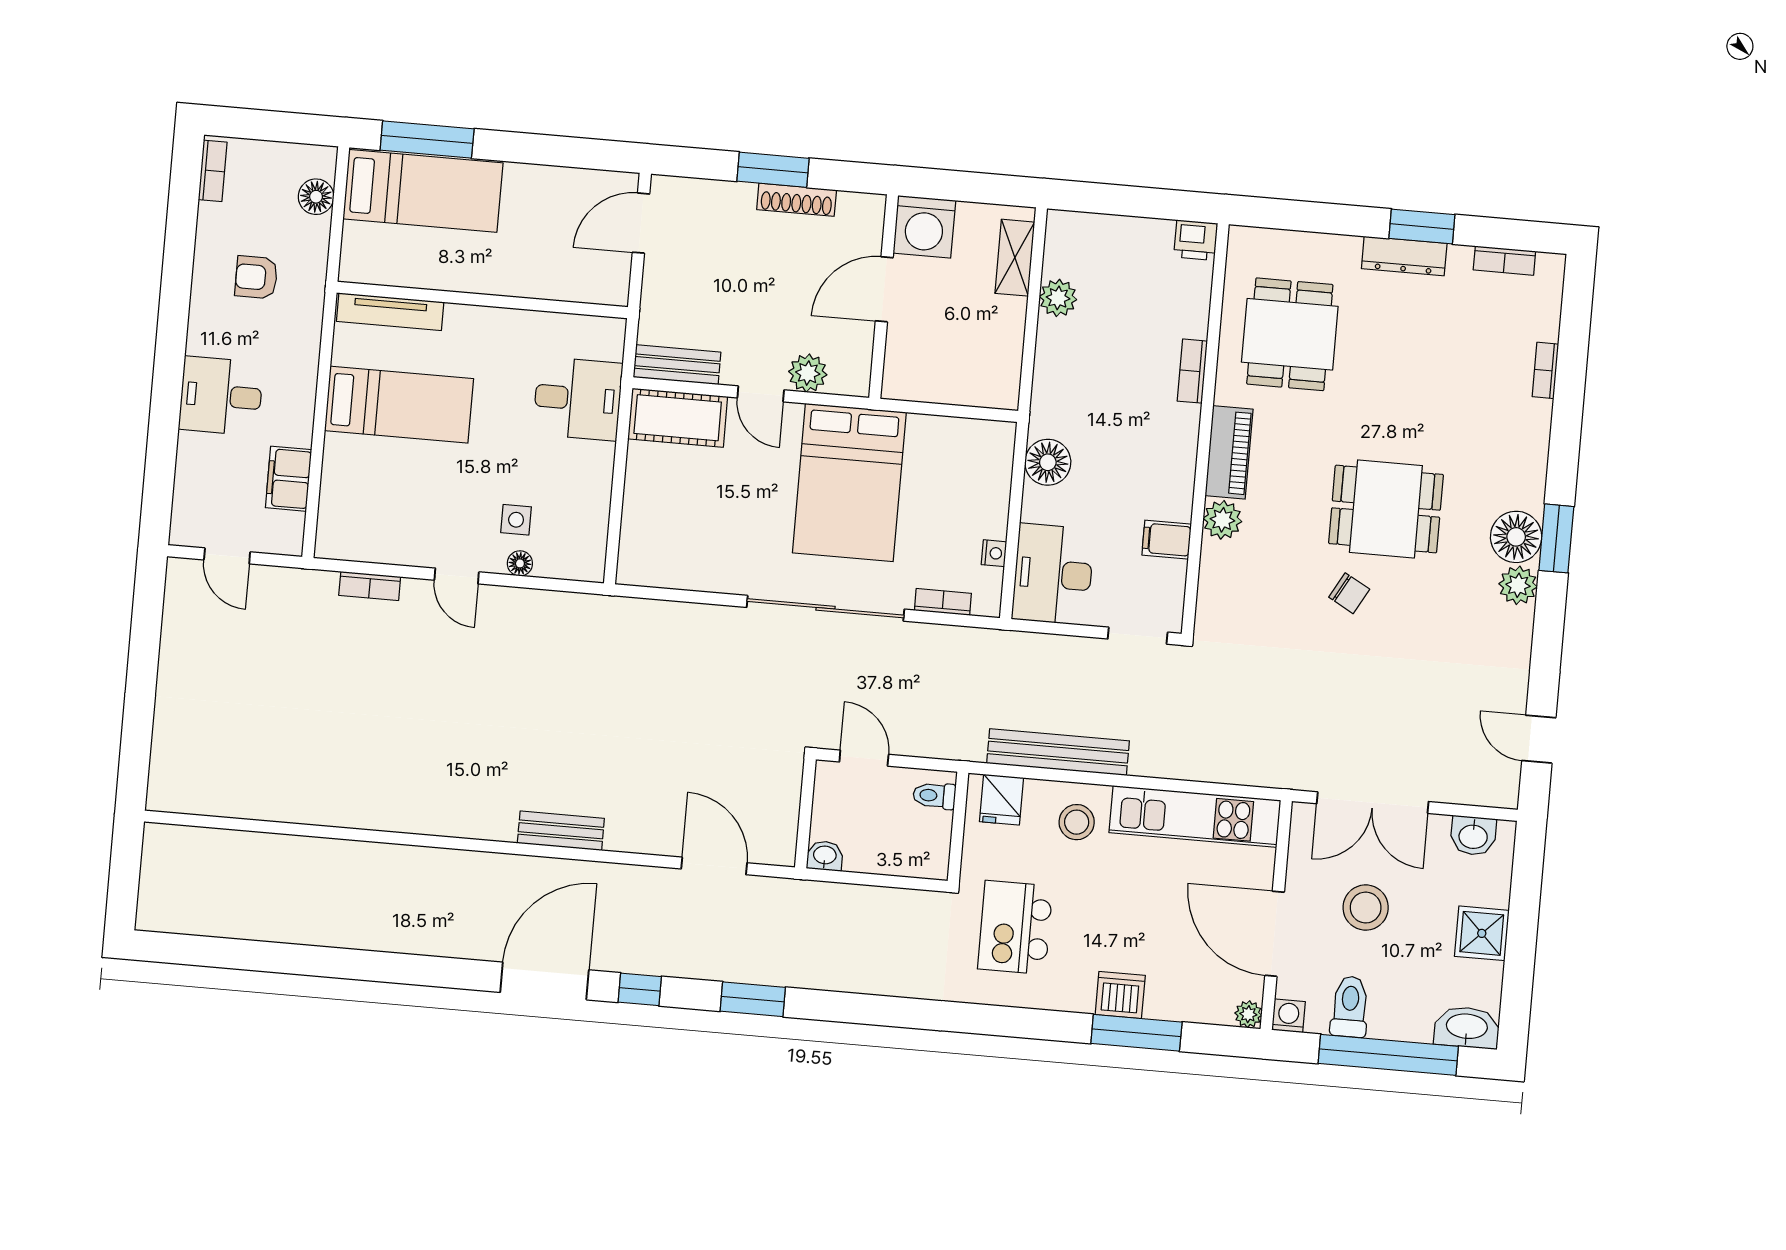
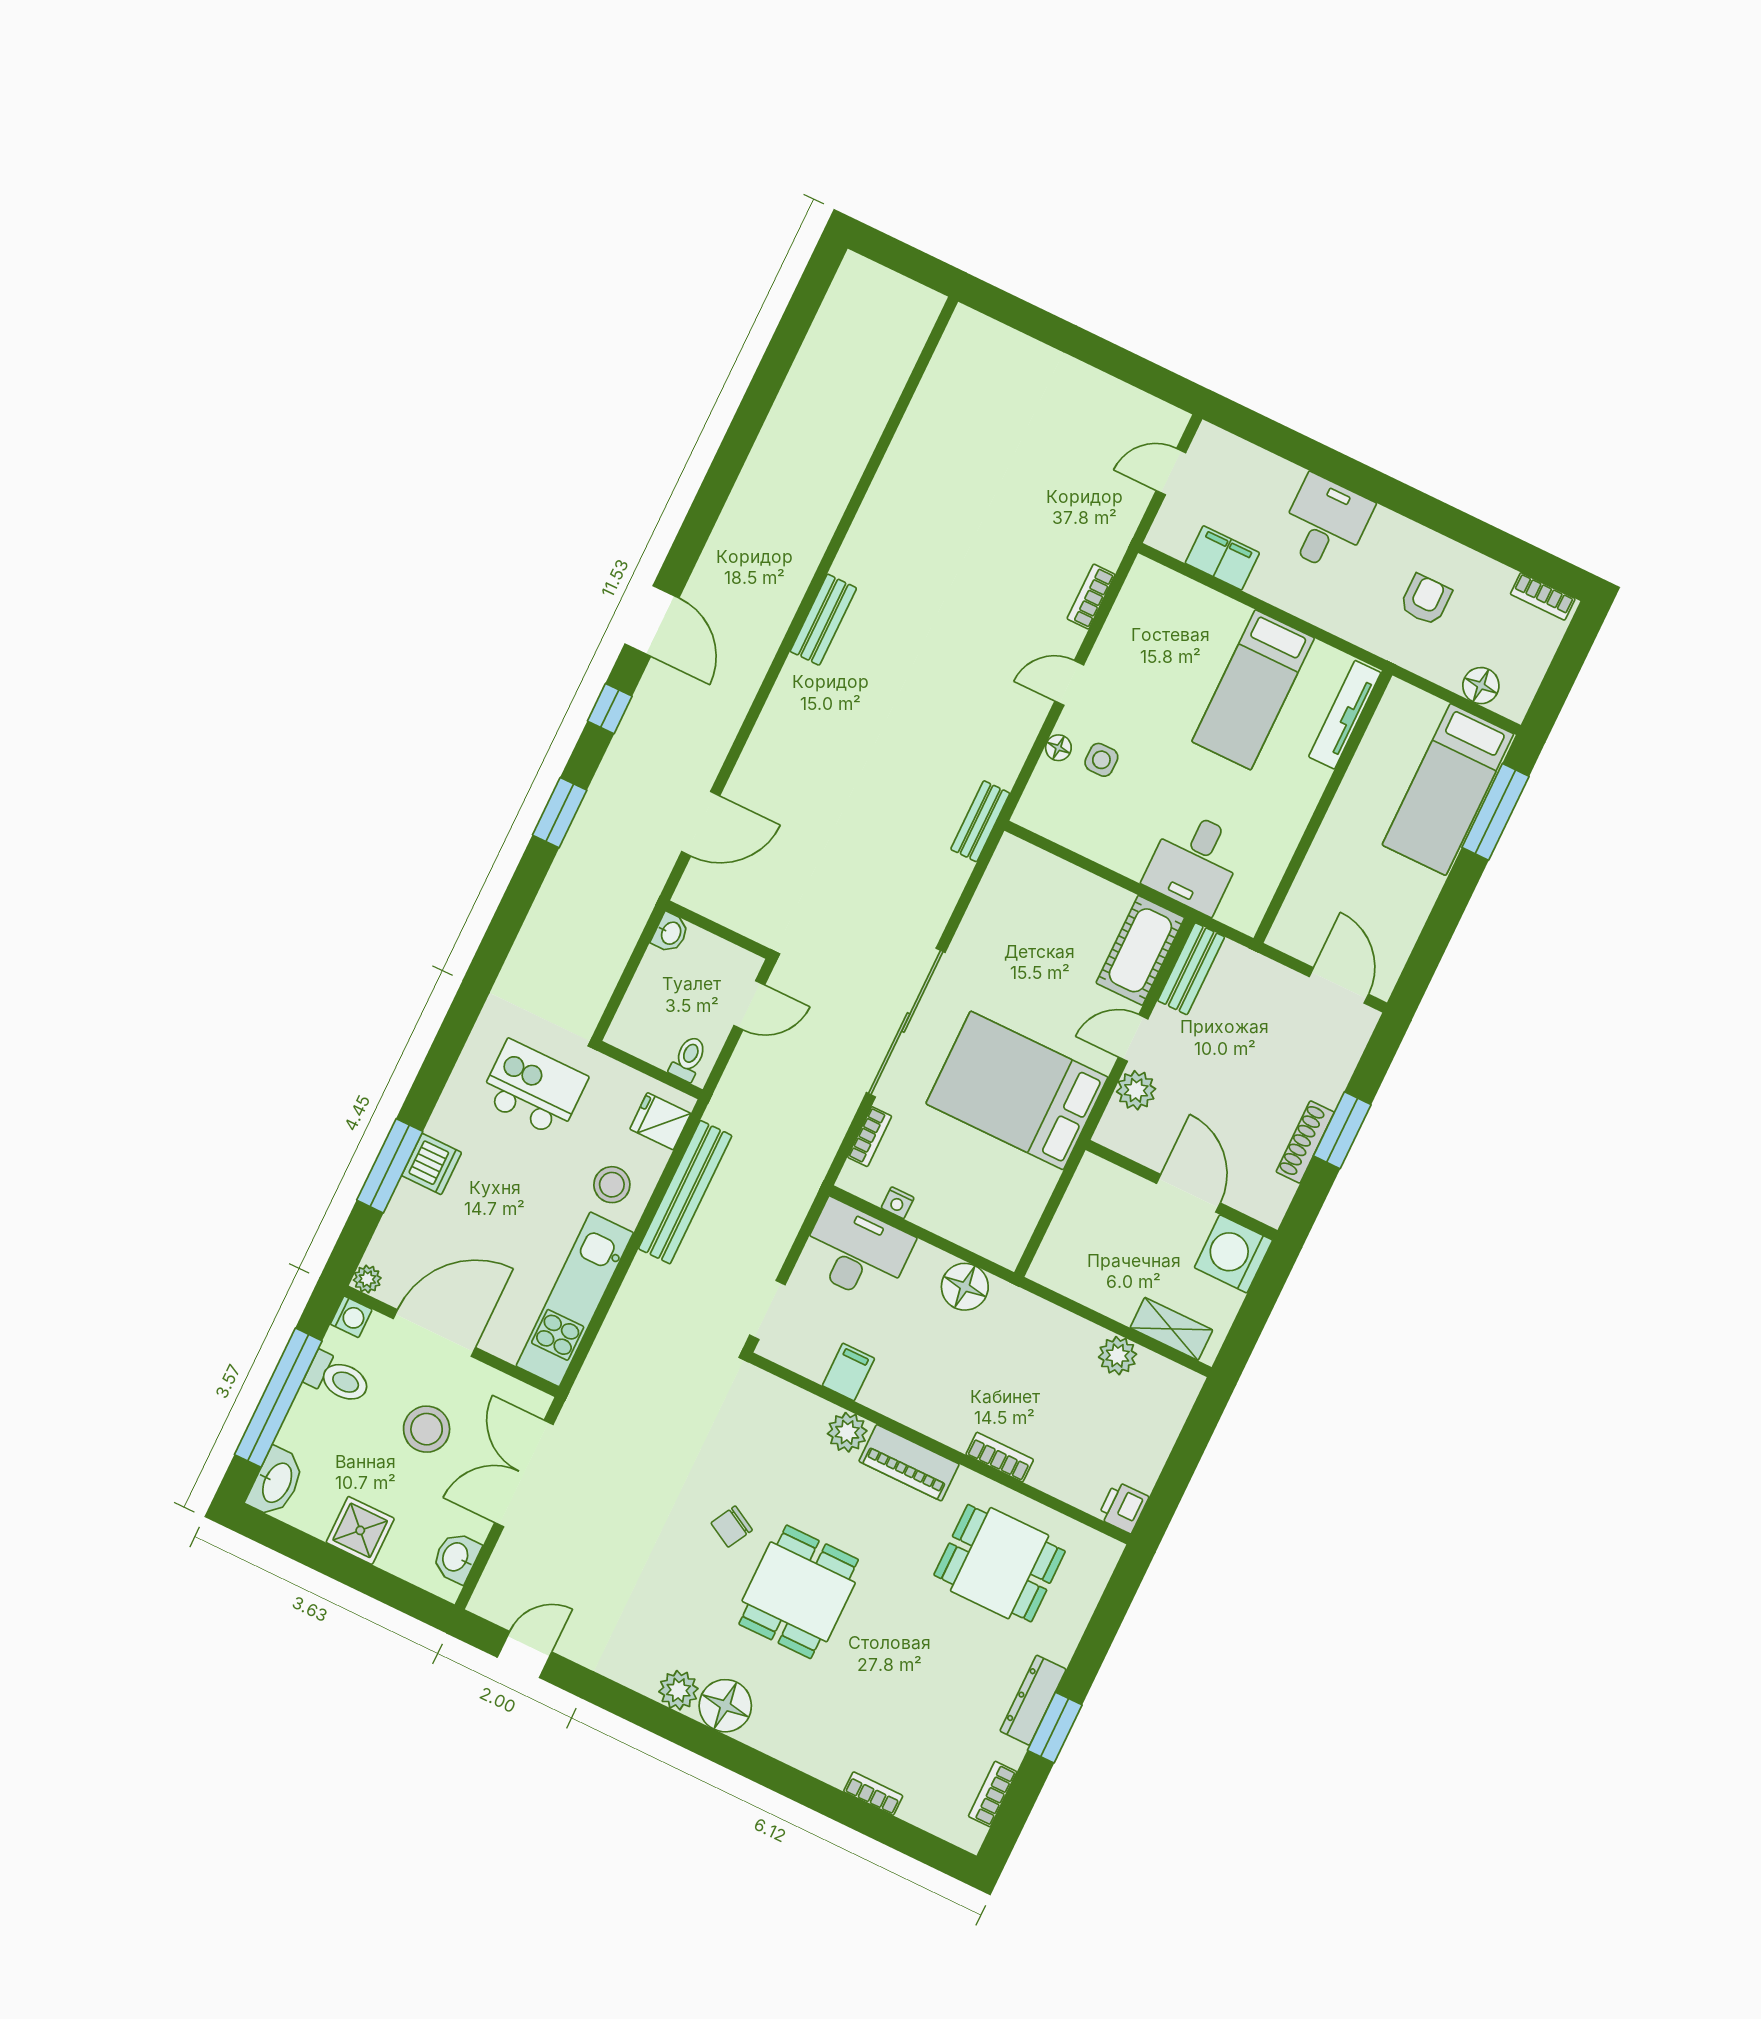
window: (1556, 538) -> (709, 1743), removed
bench: (615, 610) -> (980, 821), added
bench: (561, 831) -> (823, 620), moved
door: (545, 981) -> (652, 621), width x0.73

